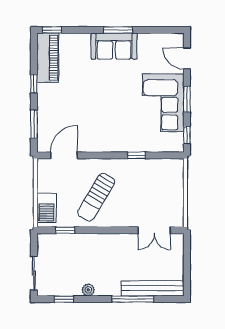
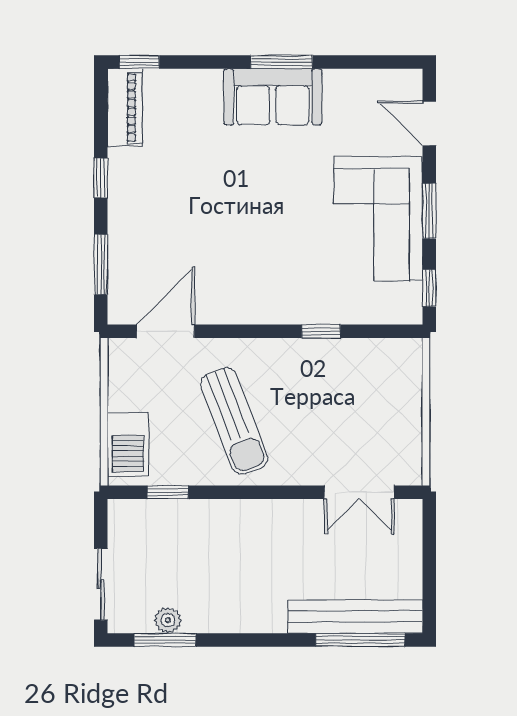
piano: (48, 58) -> (125, 108), width x0.73, depth x0.75
sun lounger: (96, 197) -> (234, 421), turned -52
plant: (88, 290) -> (168, 620), moved
window: (64, 299) -> (165, 640), width x1.50
window: (133, 299) -> (360, 640), moved

